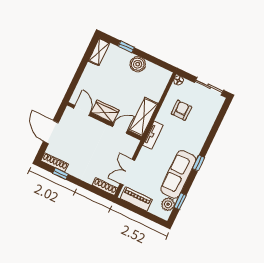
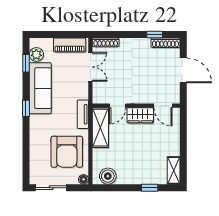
boiler: (138, 64) -> (108, 176), moved
armchair: (181, 110) -> (67, 152), width x1.88, depth x1.88

